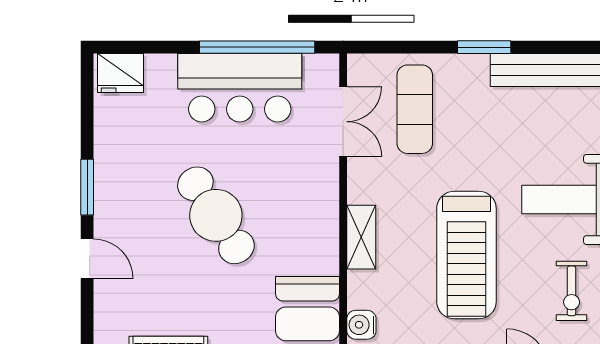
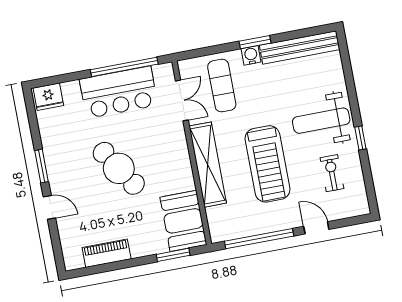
shelving: (361, 237) -> (208, 165), width x2.20, depth x1.33
exercise bike: (572, 291) -> (332, 173), turned 180
water cooler: (361, 325) -> (251, 55), moved, turned 90

